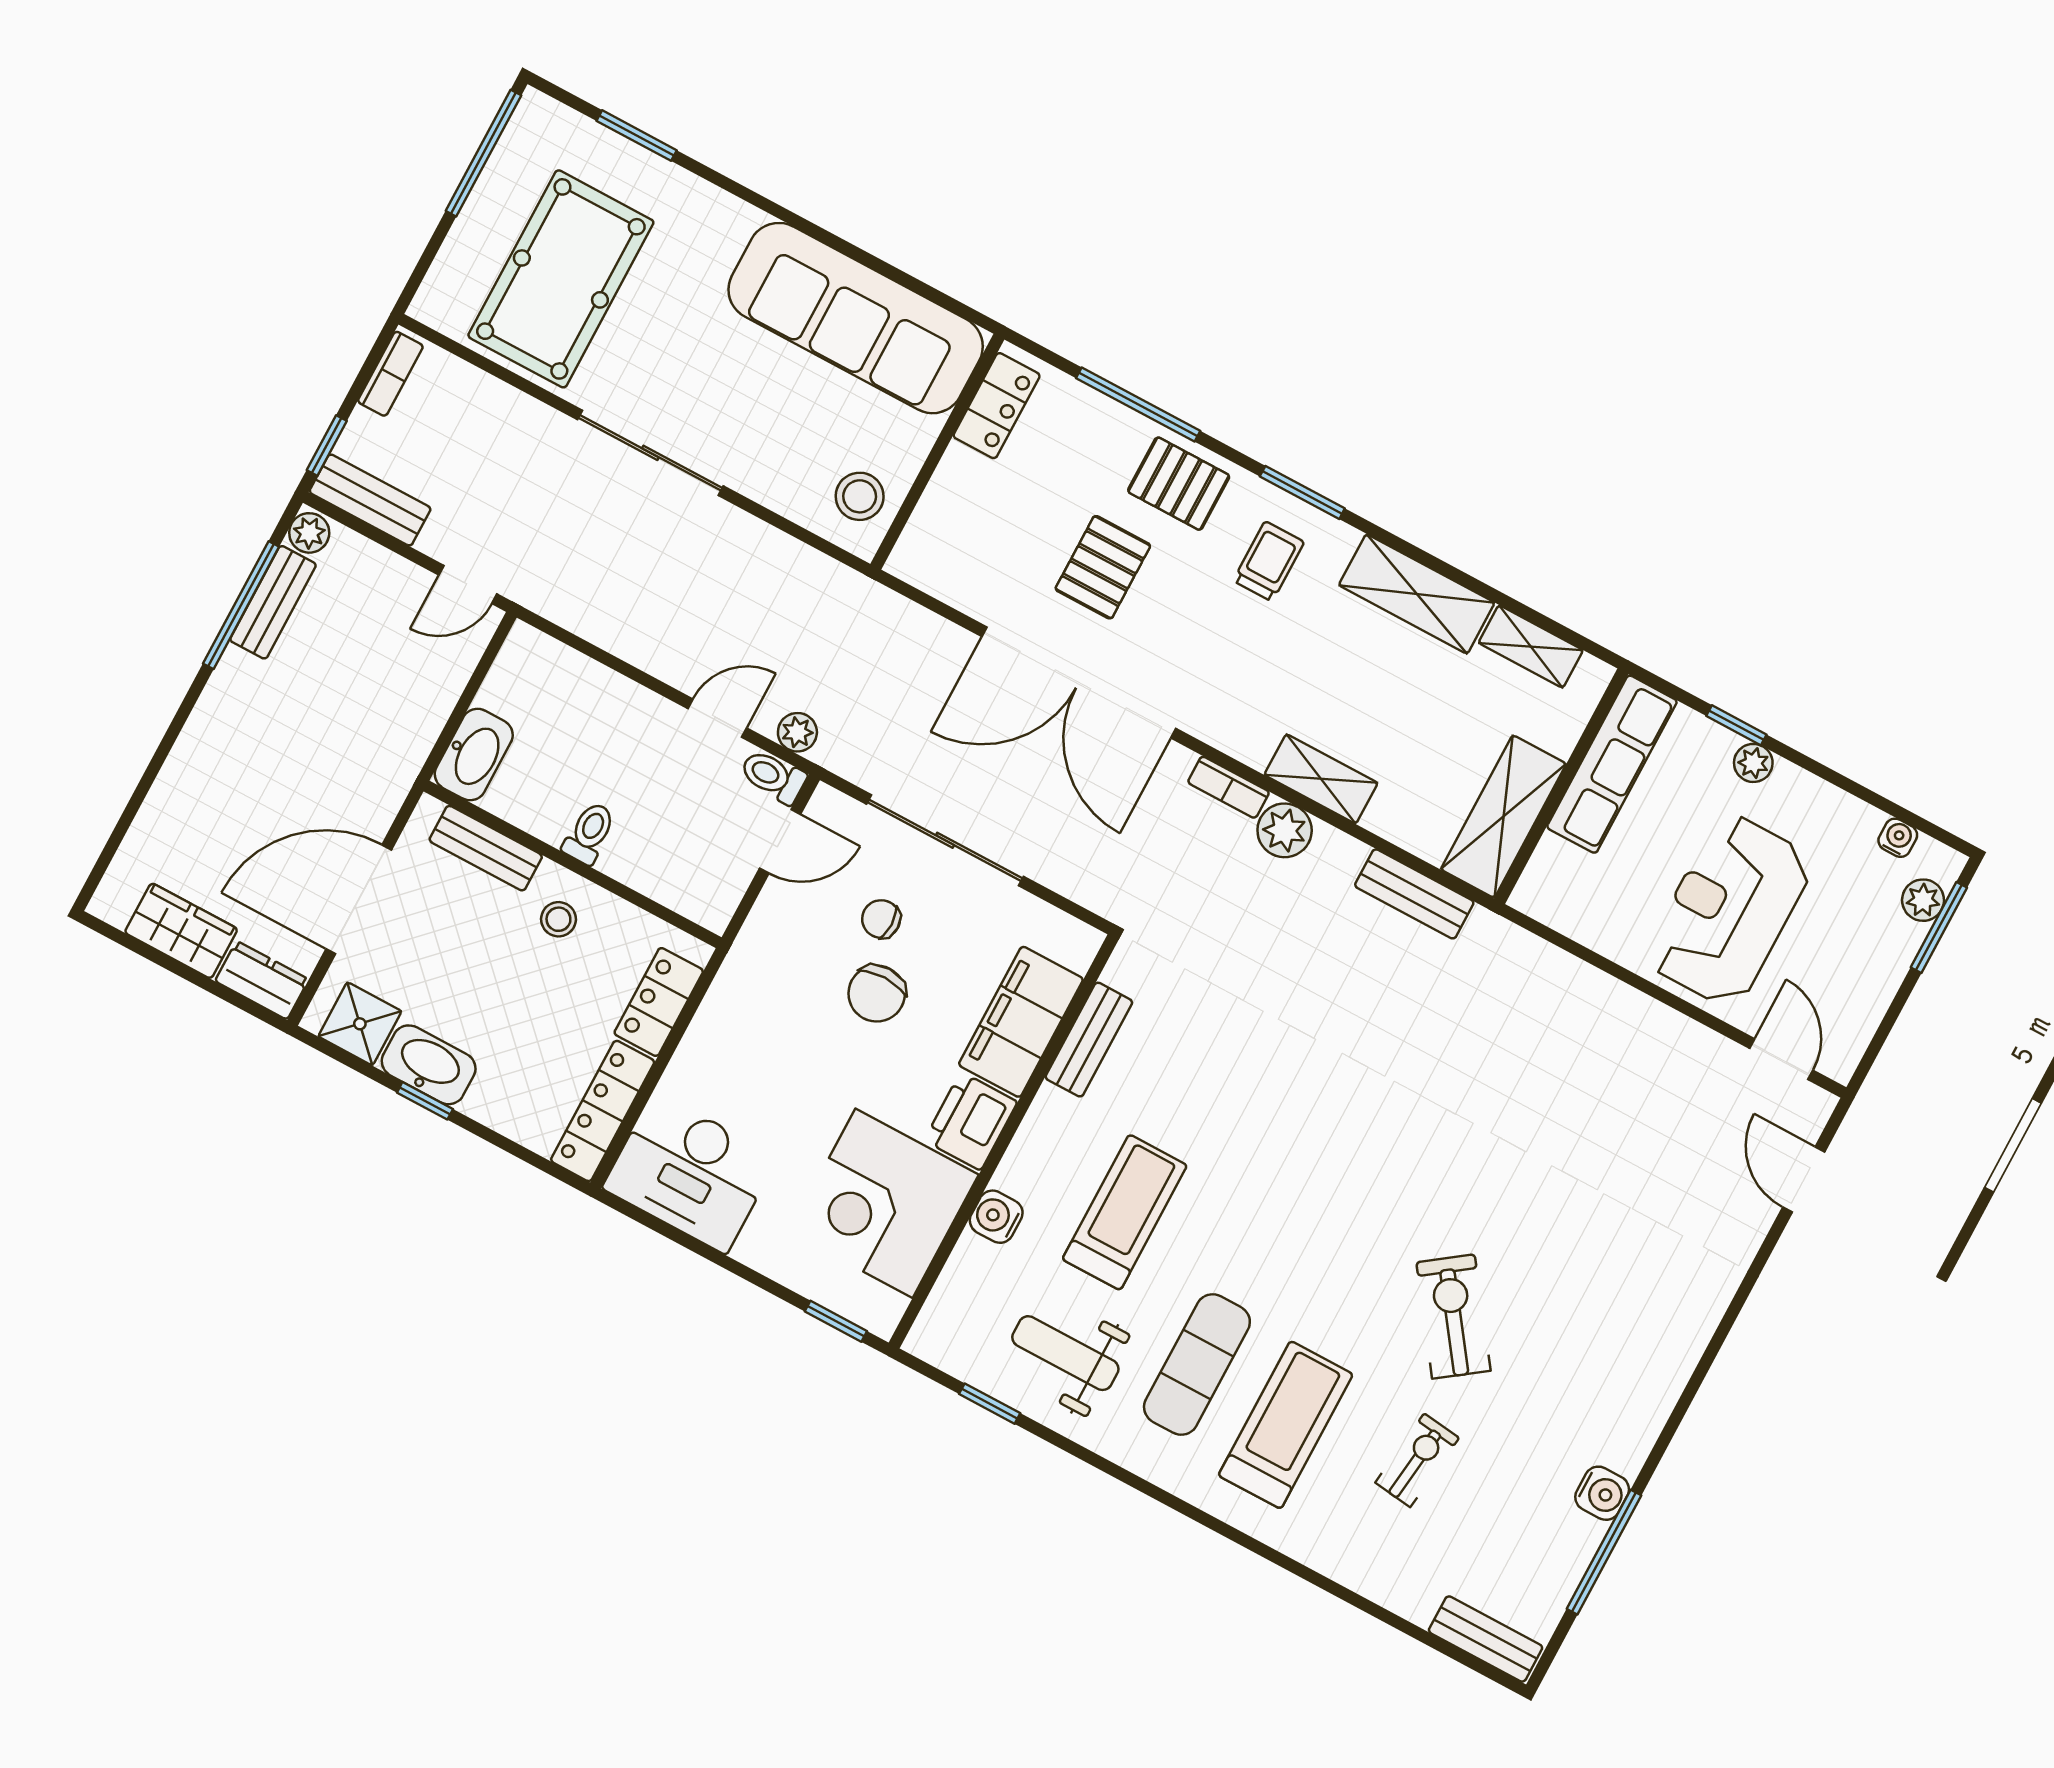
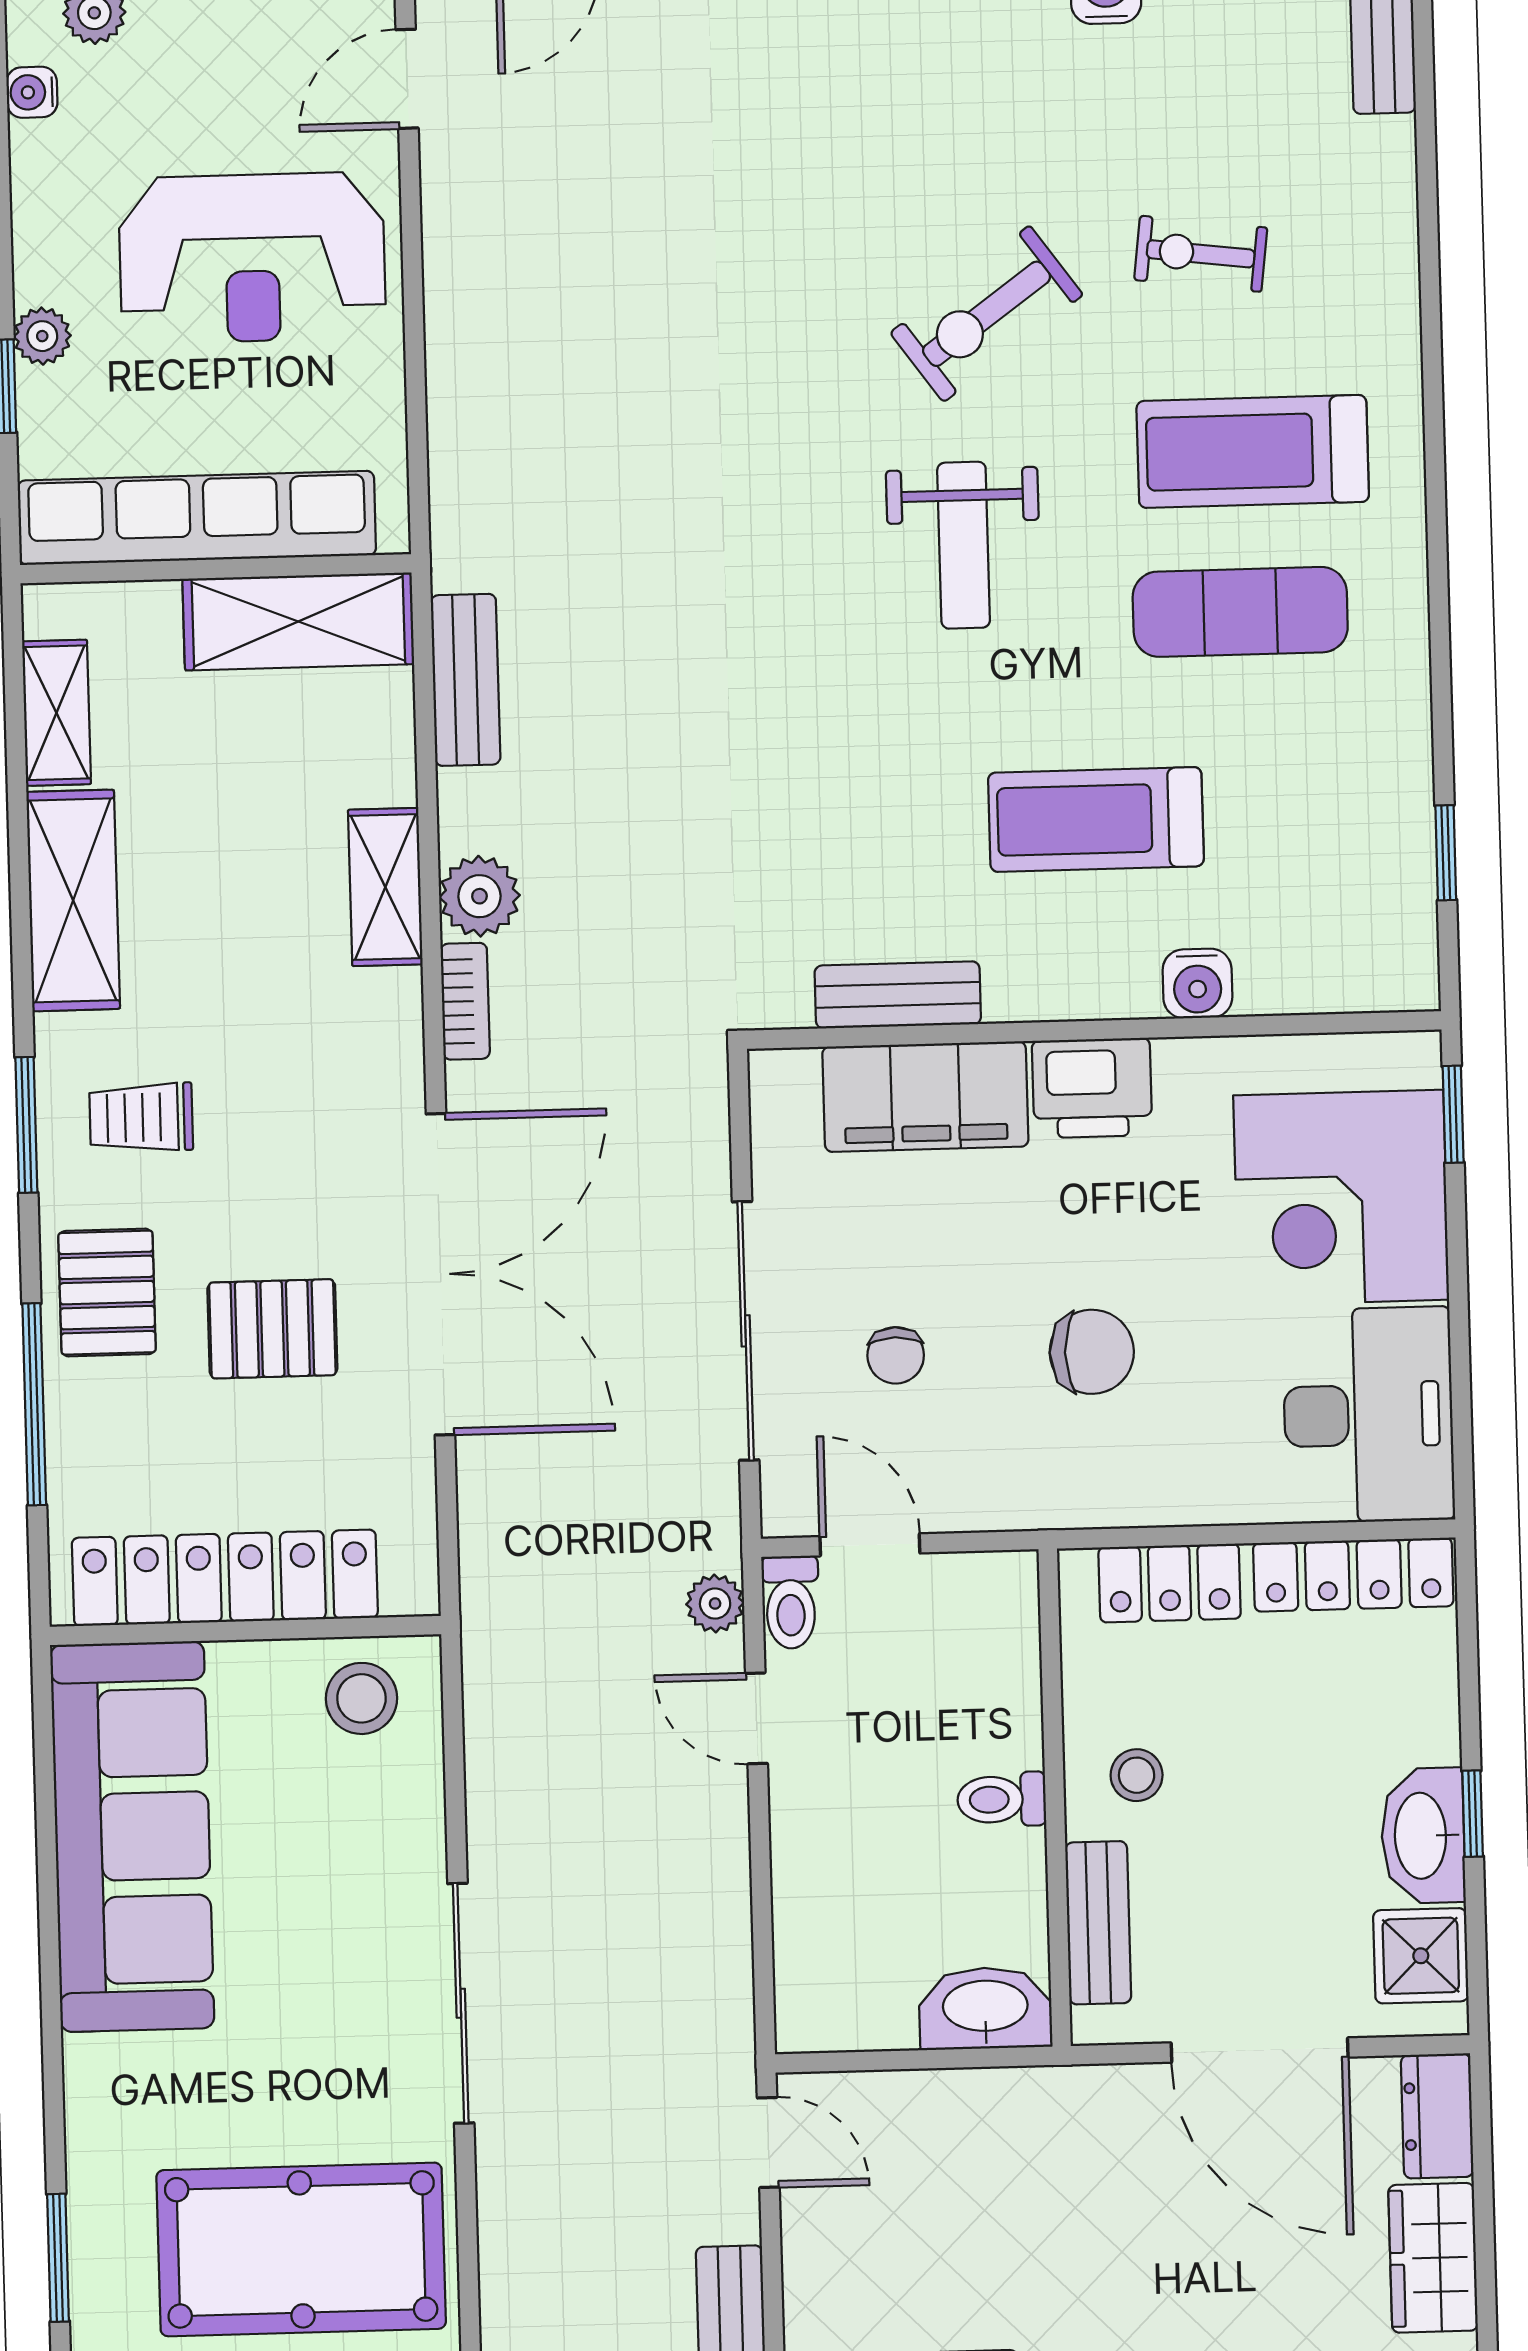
locker: (997, 406) -> (225, 1578), width x2.16, depth x1.21
row of seats: (1612, 764) -> (197, 518), width x1.36
chair: (877, 994) -> (1092, 1352), moved
corner desk: (884, 1203) -> (1341, 1198), moved, turned 90
weight bench: (1065, 1353) -> (964, 545), moved

